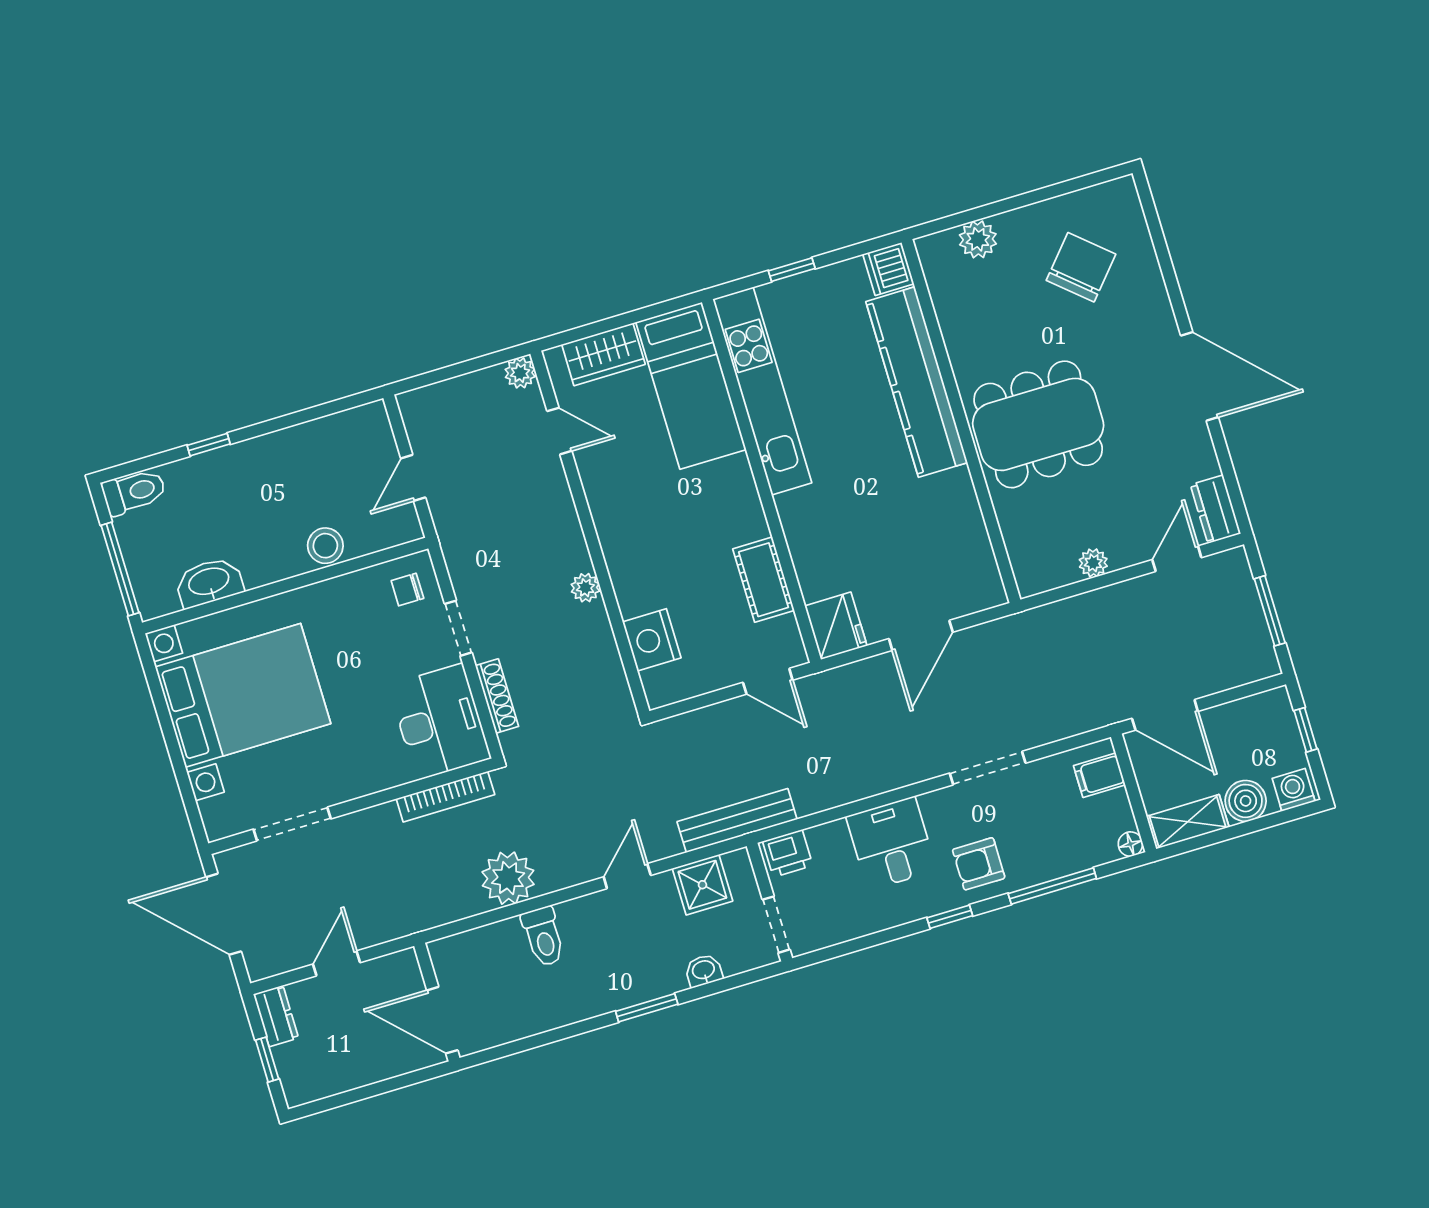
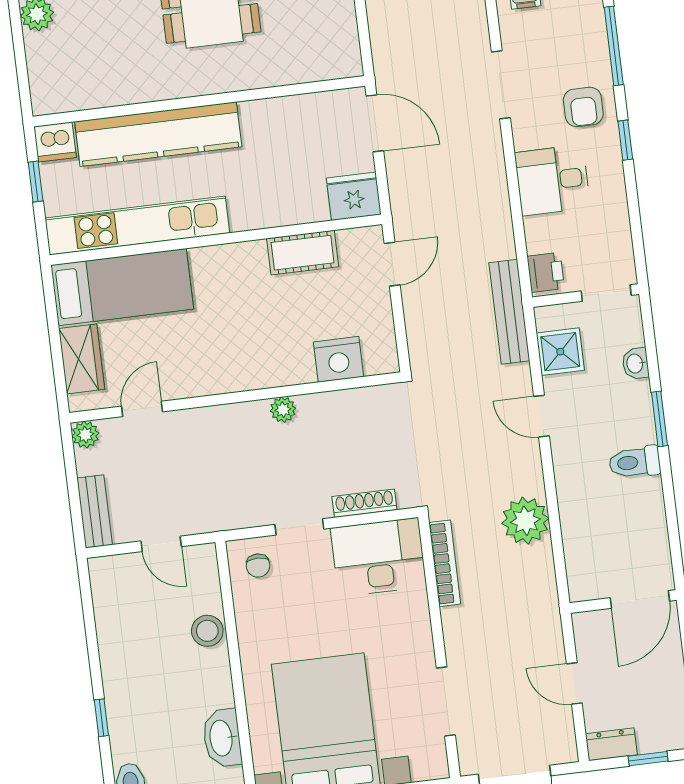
dishwasher: (888, 269) -> (55, 142), moved
kitchen counter: (917, 382) -> (158, 134), moved
bench: (437, 398) -> (95, 511), added
wall: (961, 421) -> (199, 101), moved
toilet: (543, 936) -> (635, 462), moved, turned 180

